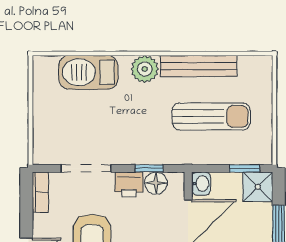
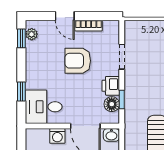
doorway: (86, 168) -> (122, 57), width x0.73
bookcase: (40, 192) -> (89, 26), moved

